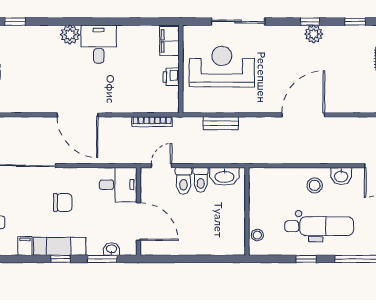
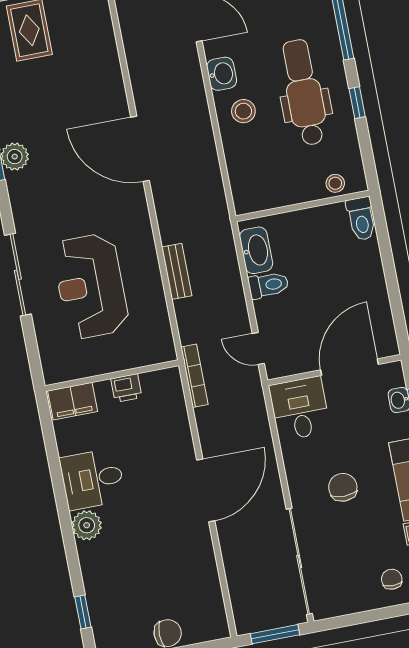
filing cabinet: (169, 41) -> (73, 401), moved
wall: (181, 69) -> (112, 376), moved
printer: (171, 77) -> (126, 388), moved
toilet: (183, 181) -> (361, 219), moved, turned 90

